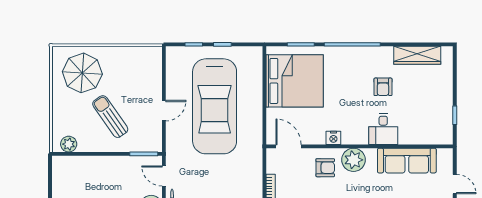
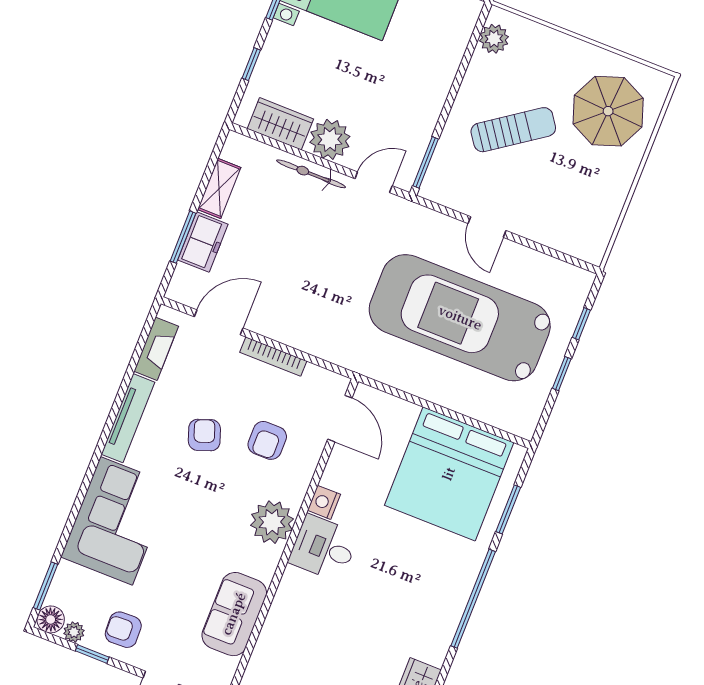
armchair: (383, 87) -> (378, 623), removed
desk: (383, 129) -> (324, 548), moved
door: (288, 146) -> (340, 419), hinge flipped
sofa: (407, 161) -> (234, 614), width x0.73
armchair: (325, 168) -> (267, 440), moved

